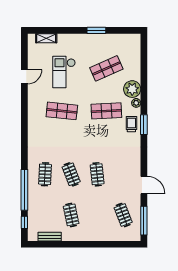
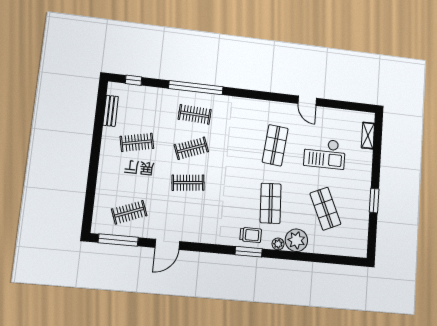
checkout: (64, 72) -> (325, 153), turned 180
door: (24, 77) -> (307, 101), moved
window: (24, 190) -> (196, 88), moved

